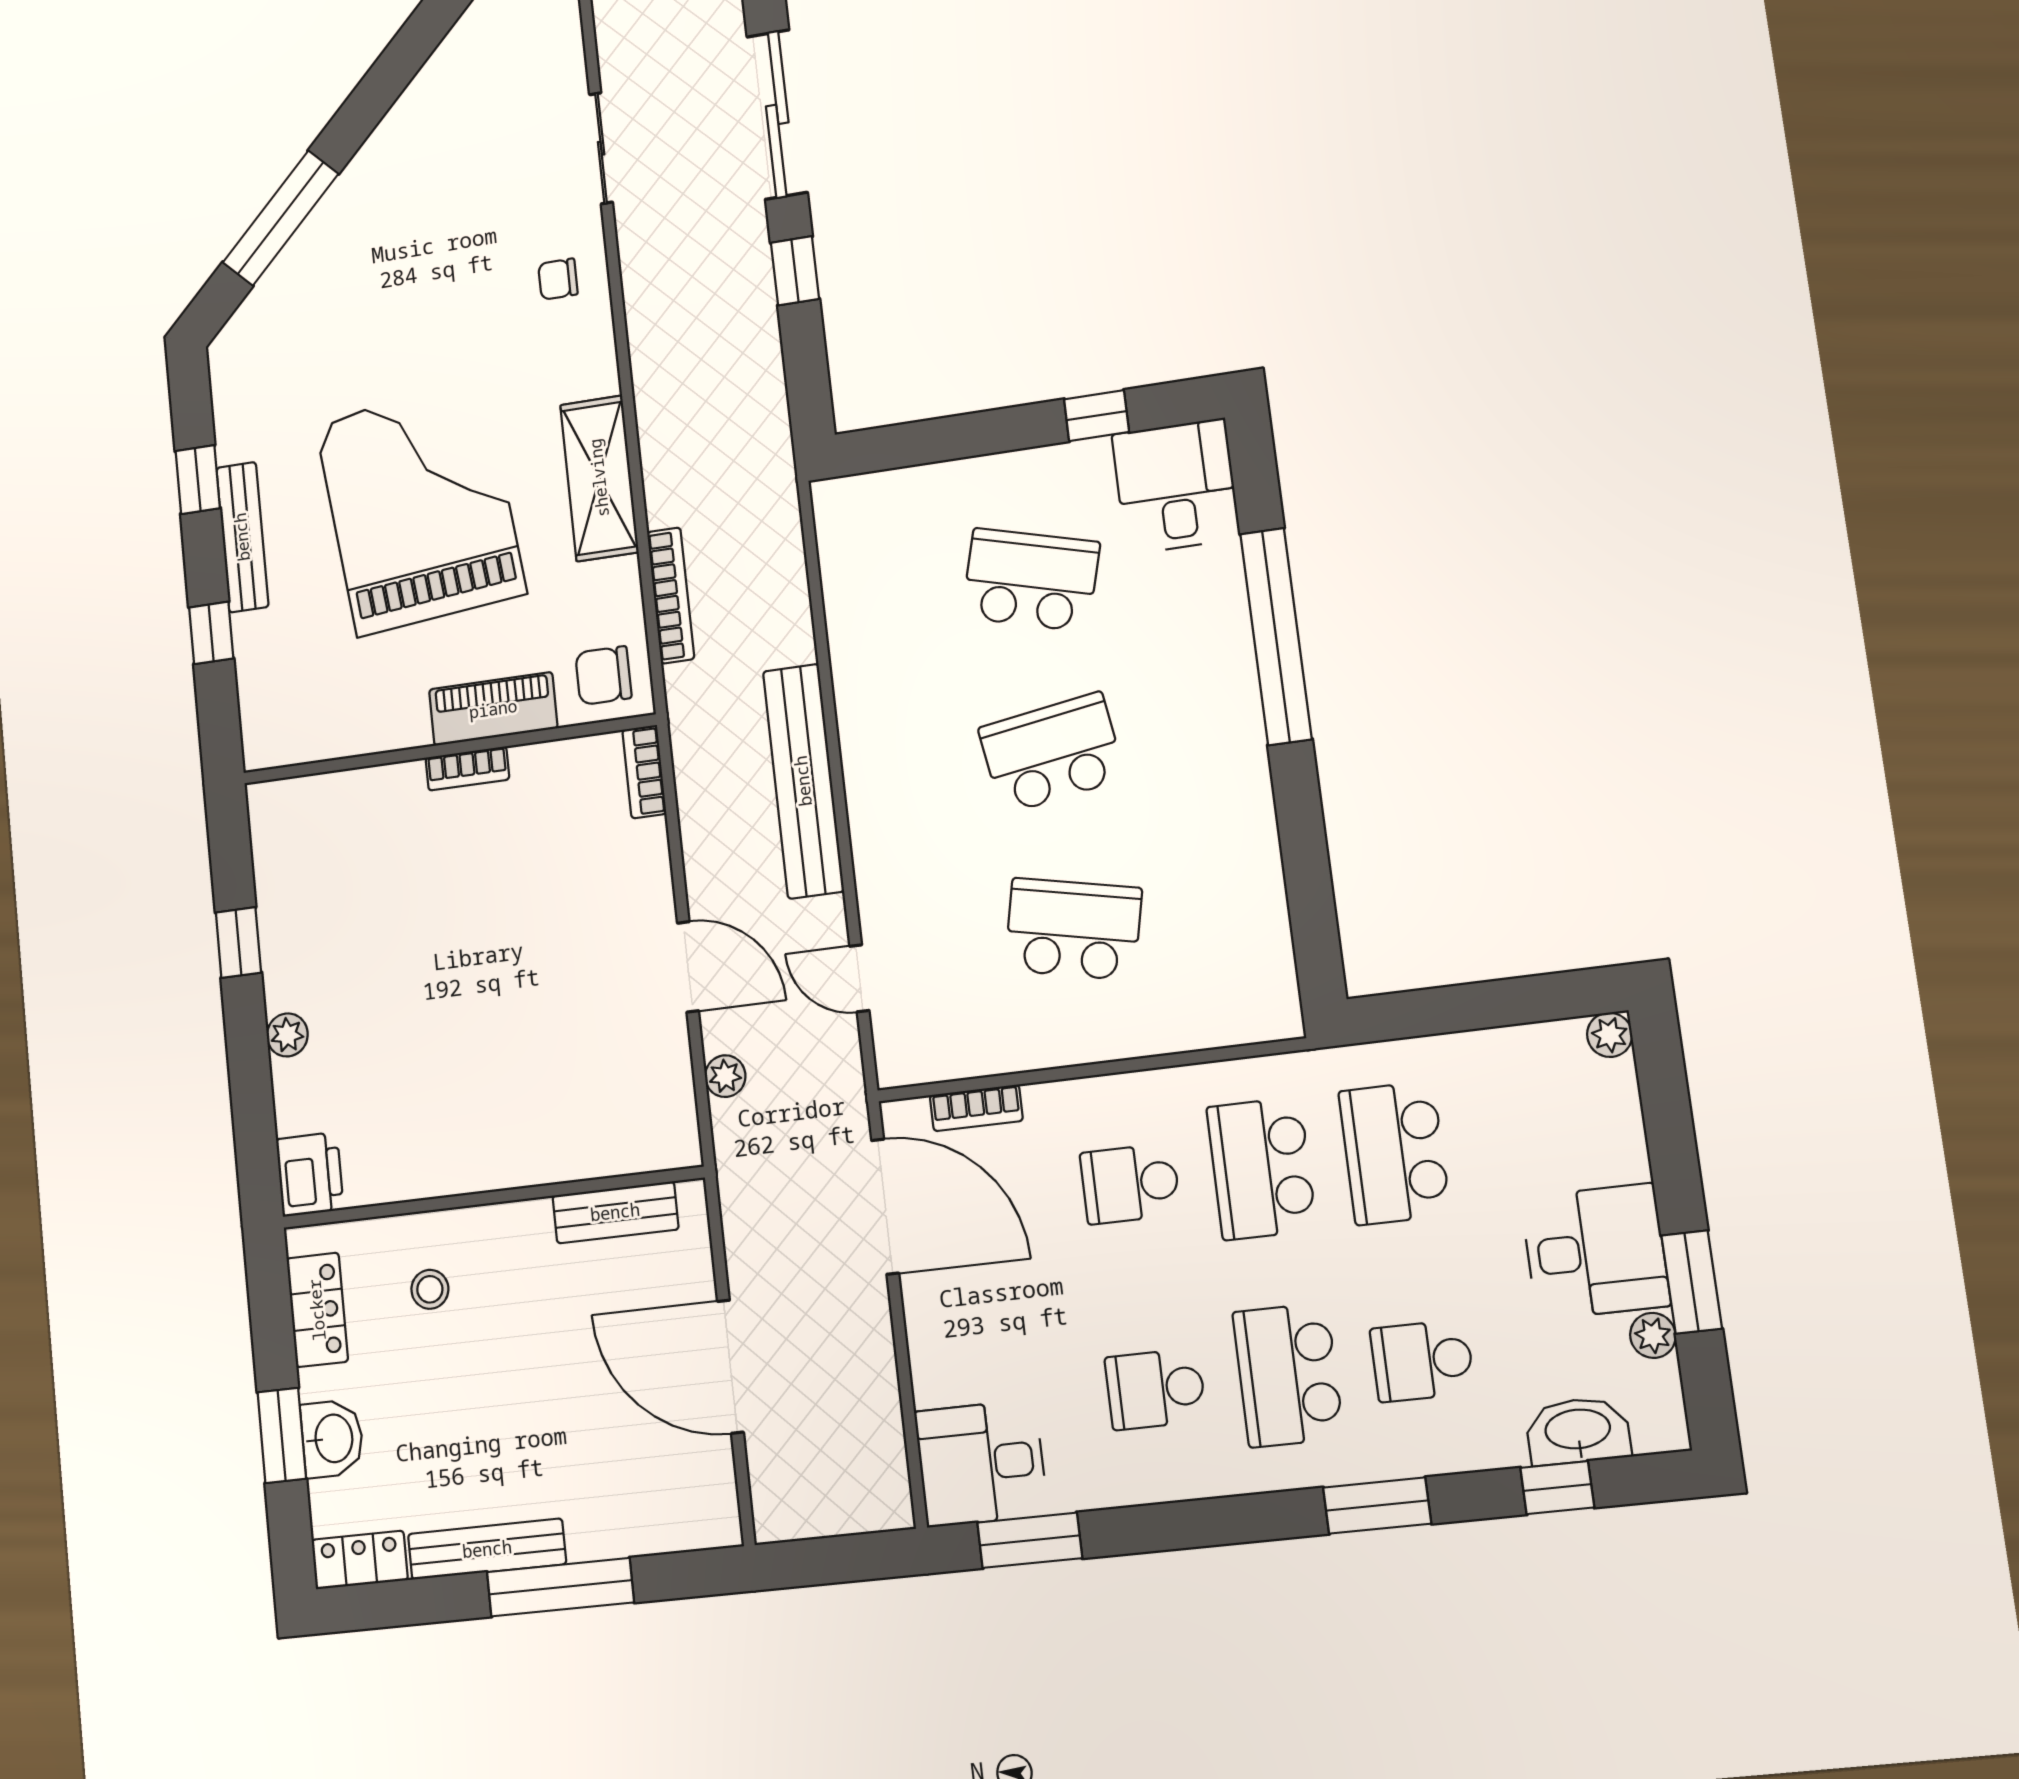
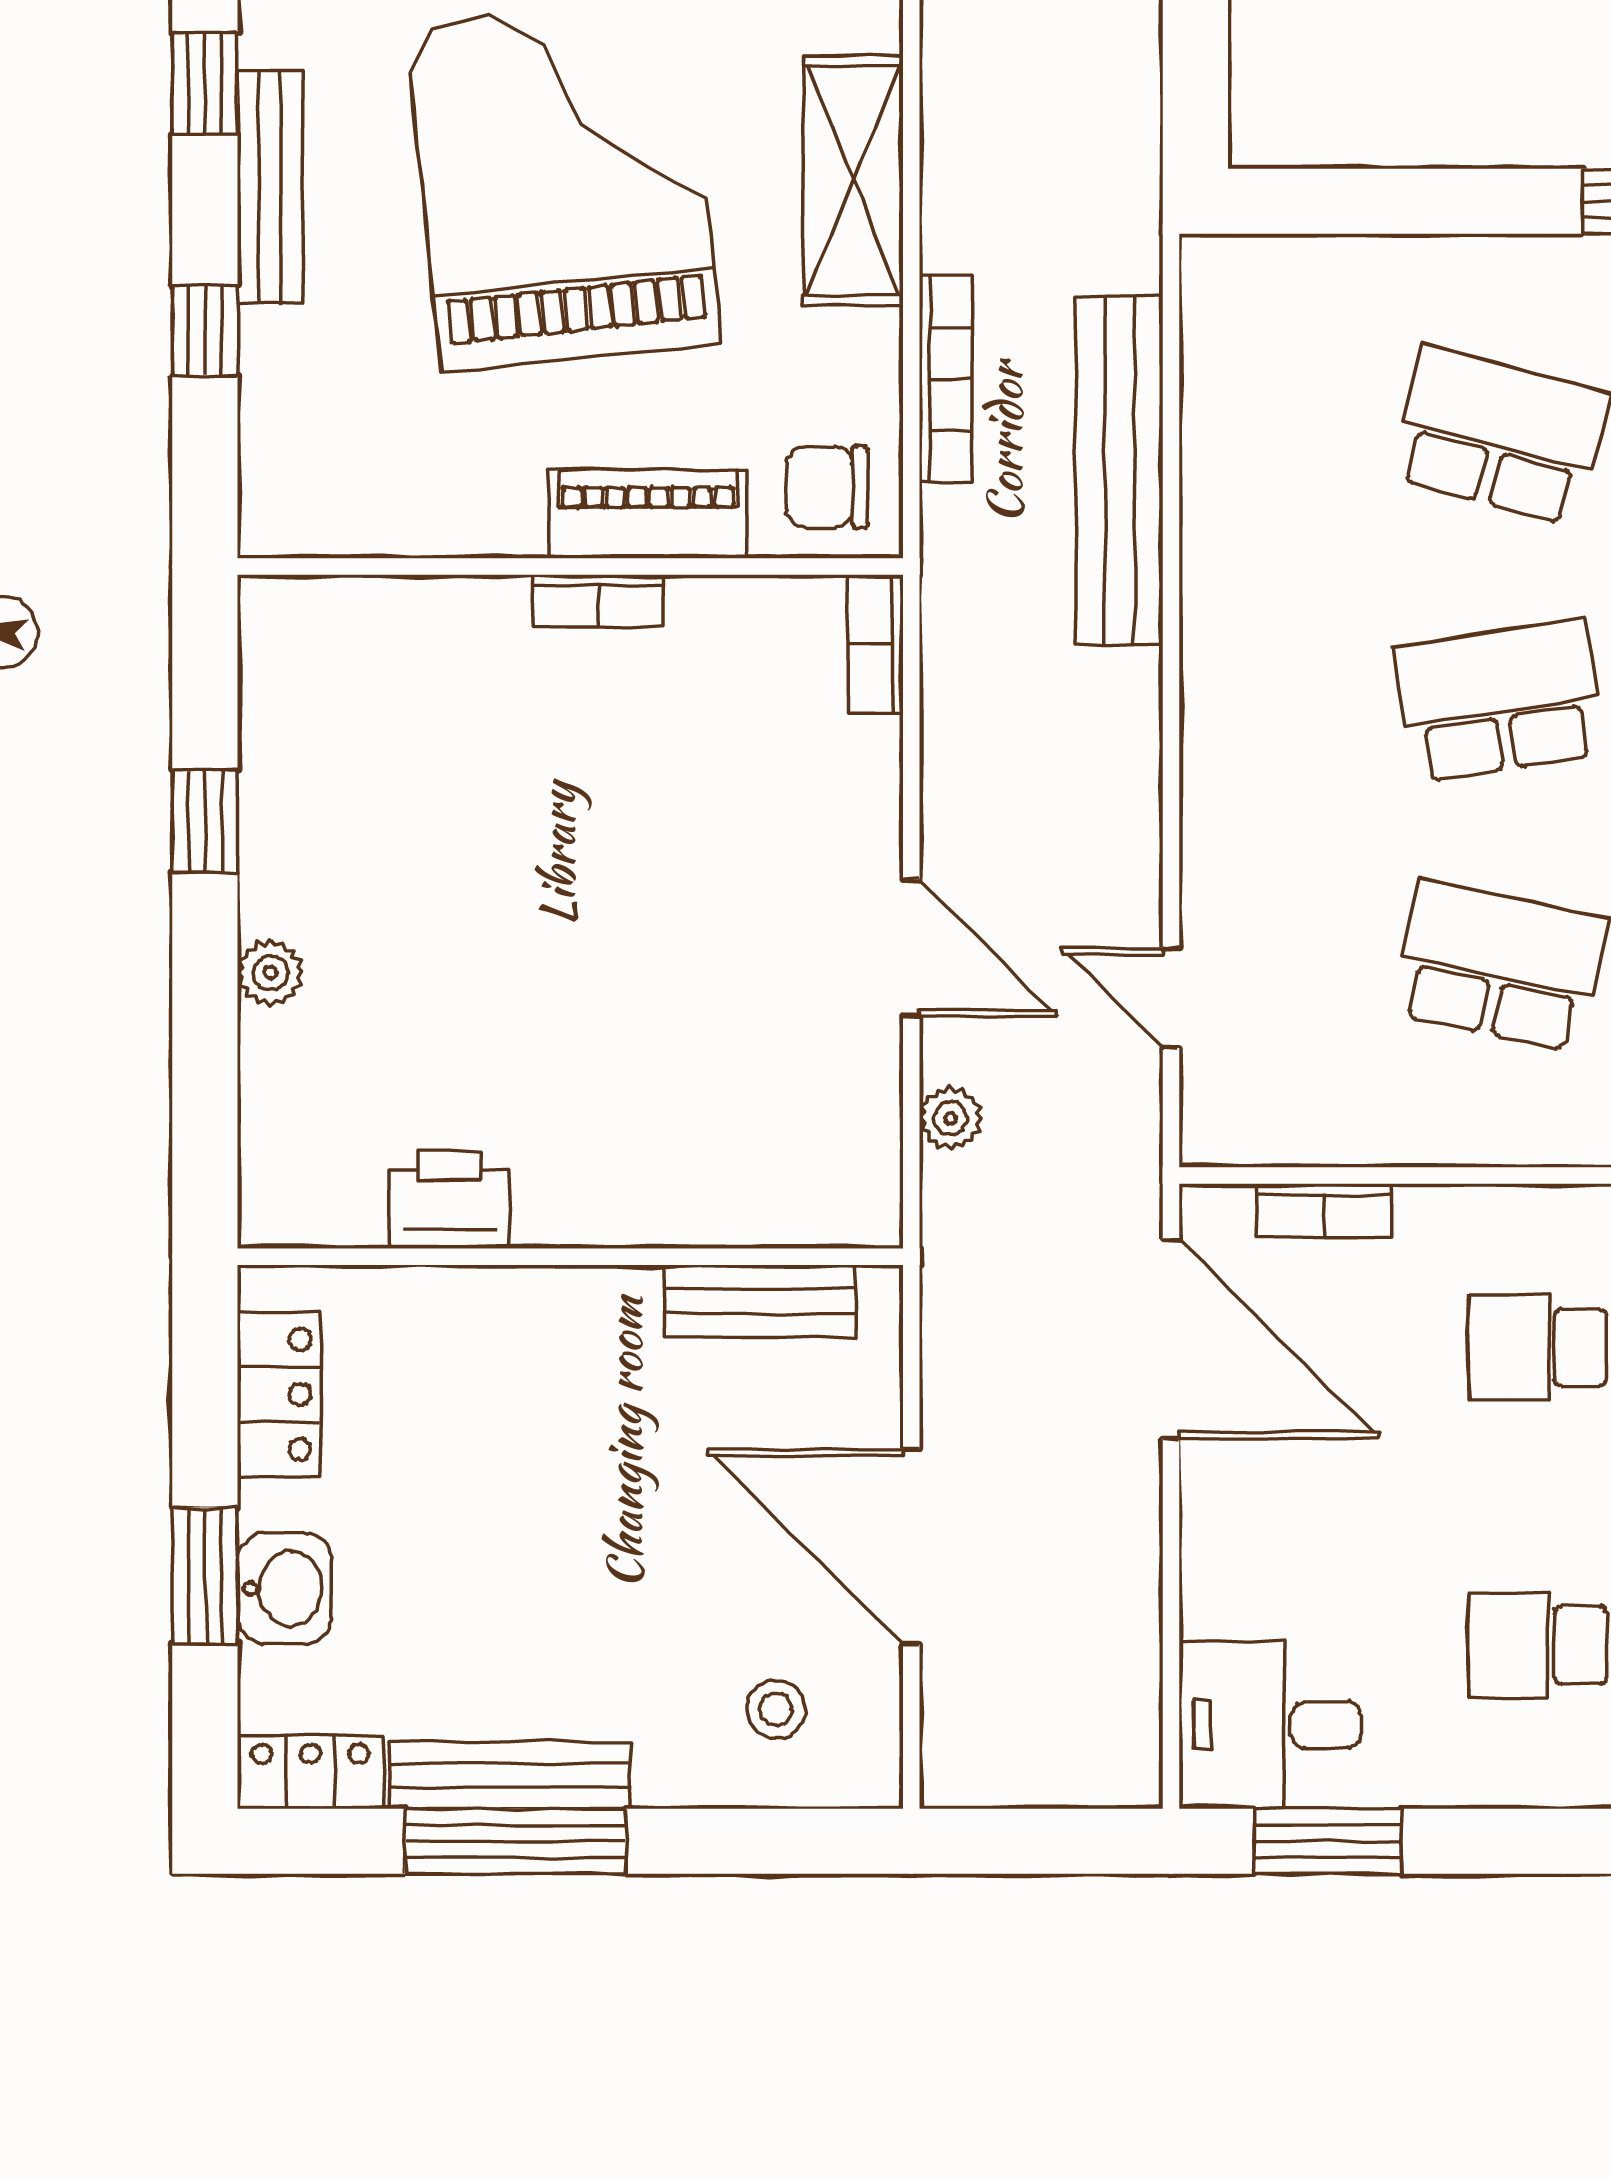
bench: (803, 781) -> (1119, 471), moved
printer: (310, 1174) -> (449, 1199), moved, turned -90
stool: (430, 1289) -> (776, 1709), moved
window: (560, 1587) -> (516, 1841), moved

